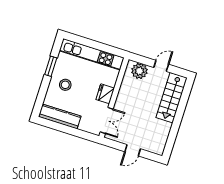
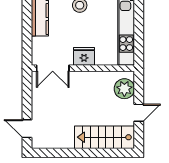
door: (161, 66) -> (139, 113), hinge flipped
door: (133, 150) -> (27, 129), moved

